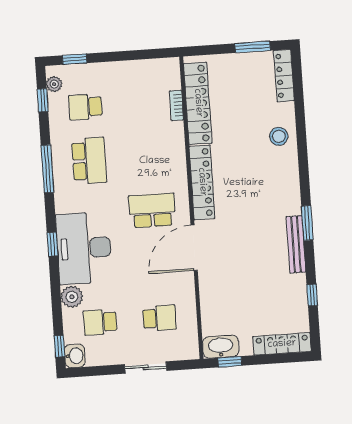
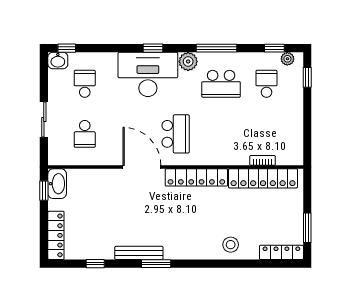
plant: (72, 297) -> (188, 61), moved

